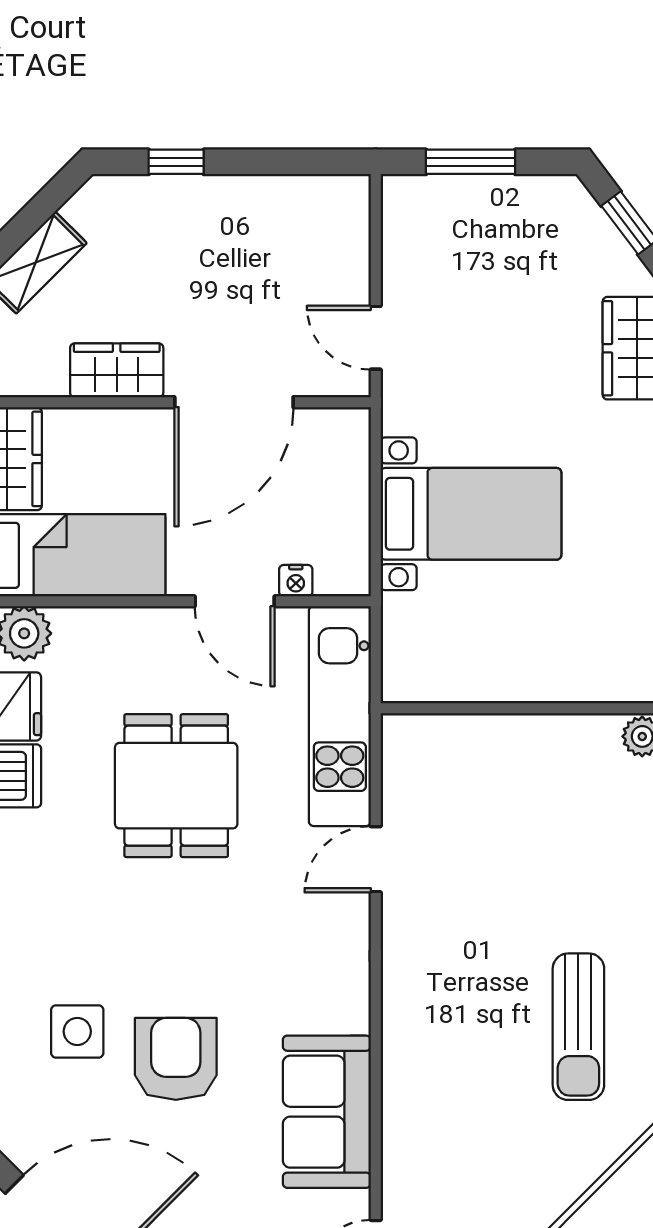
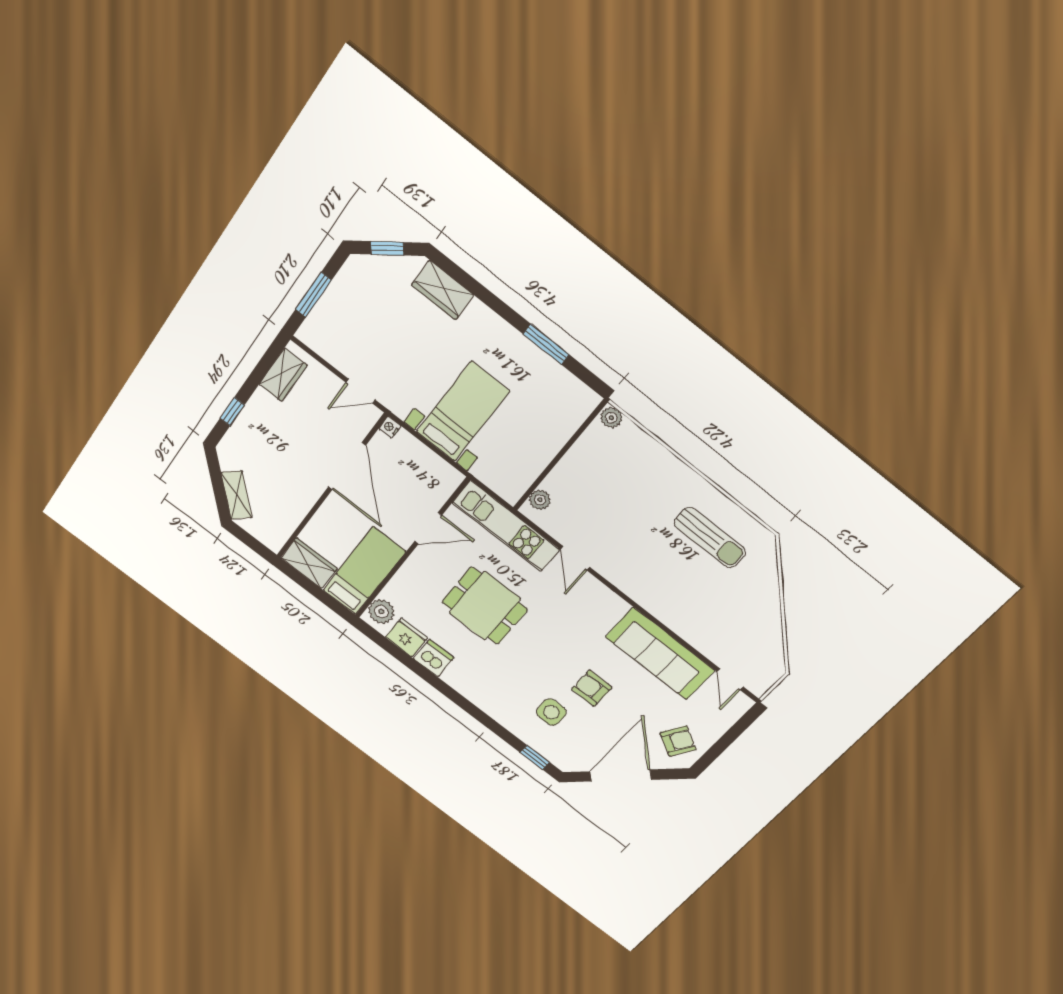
wardrobe: (117, 370) -> (283, 375), moved, turned 180
nightstand: (296, 581) -> (390, 427), moved, turned 180
plant: (426, 733) -> (540, 500), added
armchair: (176, 1059) -> (592, 688), width x0.72, depth x0.72
sofa: (327, 1112) -> (660, 654), width x1.36

